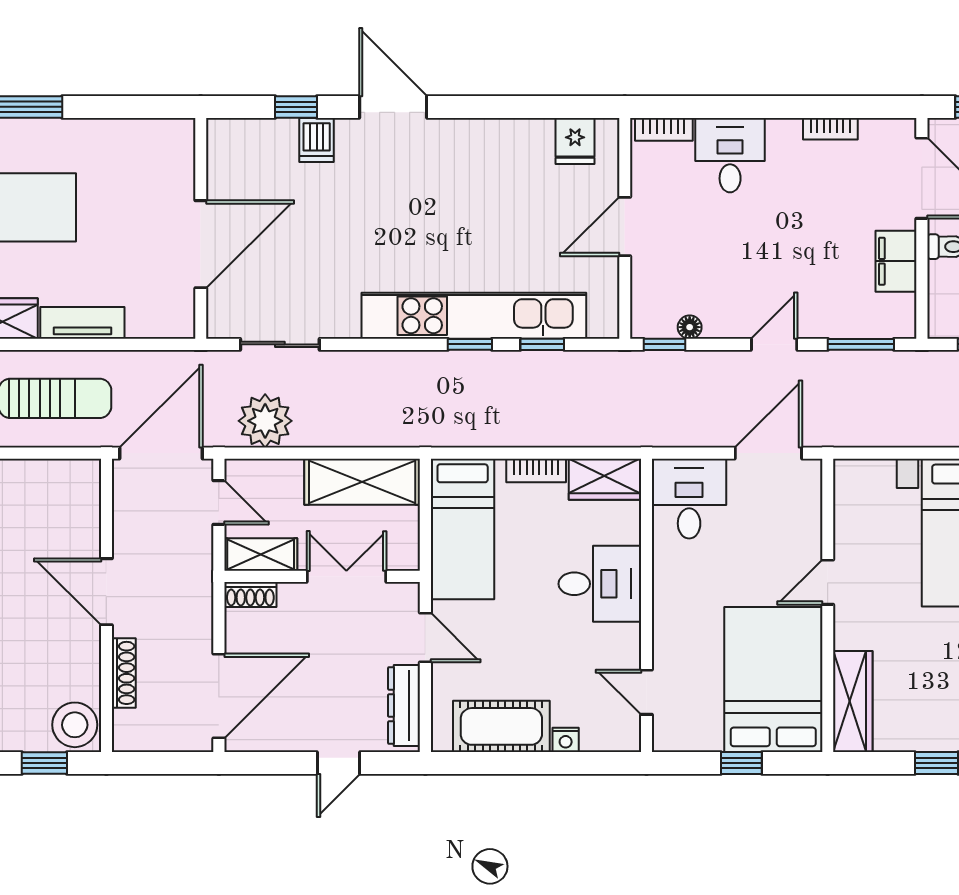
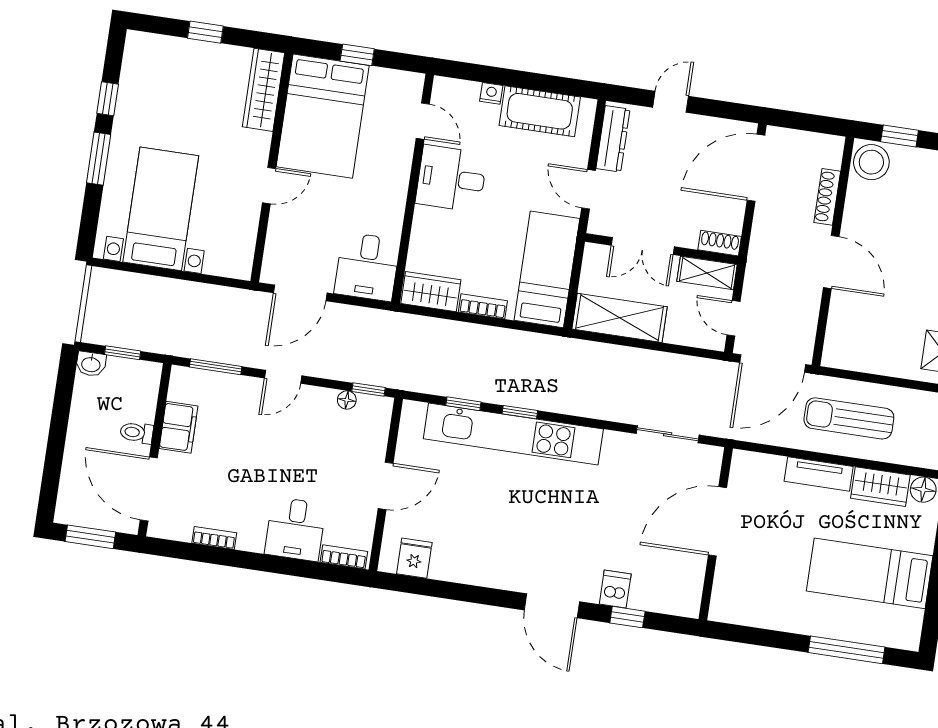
plant: (265, 421) -> (688, 376), removed
desk: (600, 584) -> (451, 178), moved

